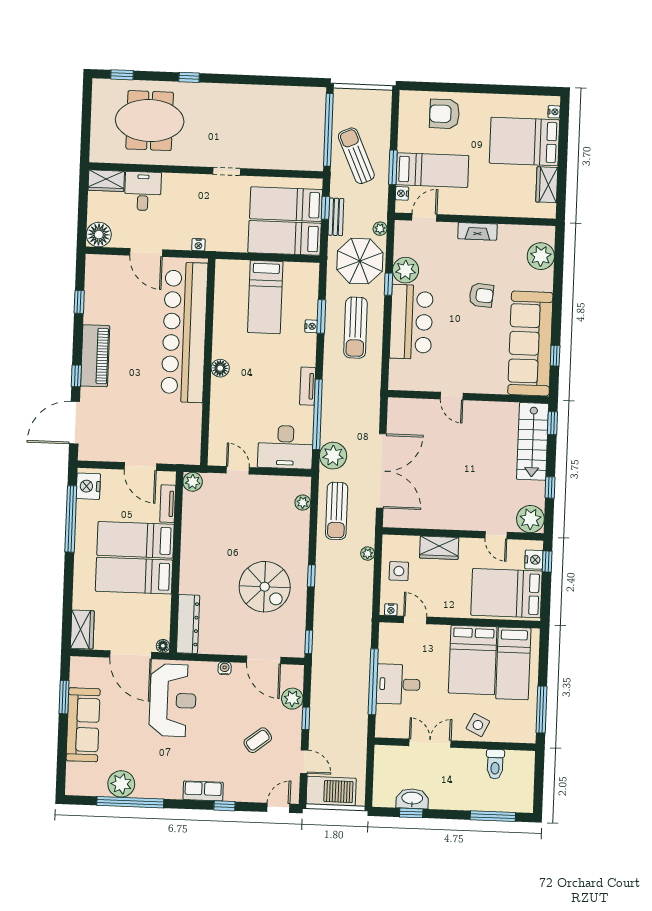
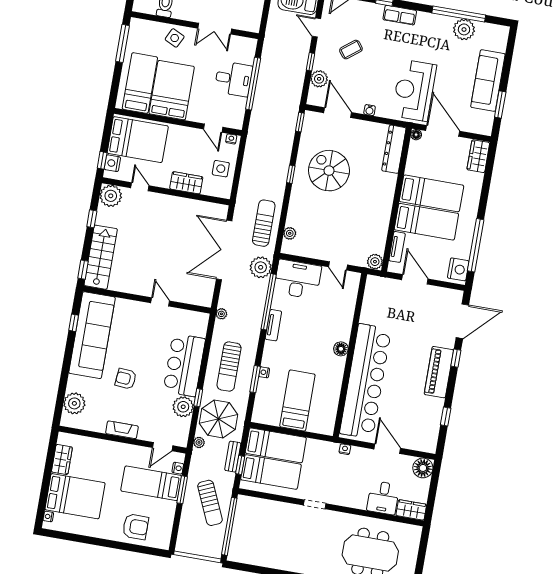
sun lounger: (356, 328) -> (229, 367), turned 180
plant: (368, 554) -> (221, 314), moved

